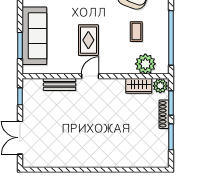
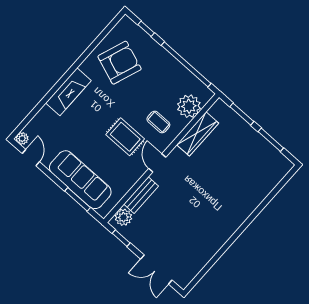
coffee table: (136, 32) -> (158, 122), moved
wardrobe: (139, 86) -> (198, 134), width x1.50
plant: (160, 86) -> (123, 217), moved
shoe rack: (164, 114) -> (246, 129), removed

